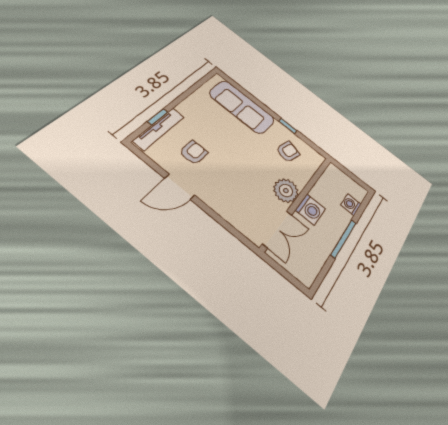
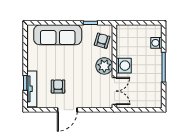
plant: (286, 191) -> (104, 66), moved
wall: (298, 201) -> (114, 66), moved
washing machine: (310, 209) -> (124, 66), moved
double door: (277, 229) -> (114, 91), moved

